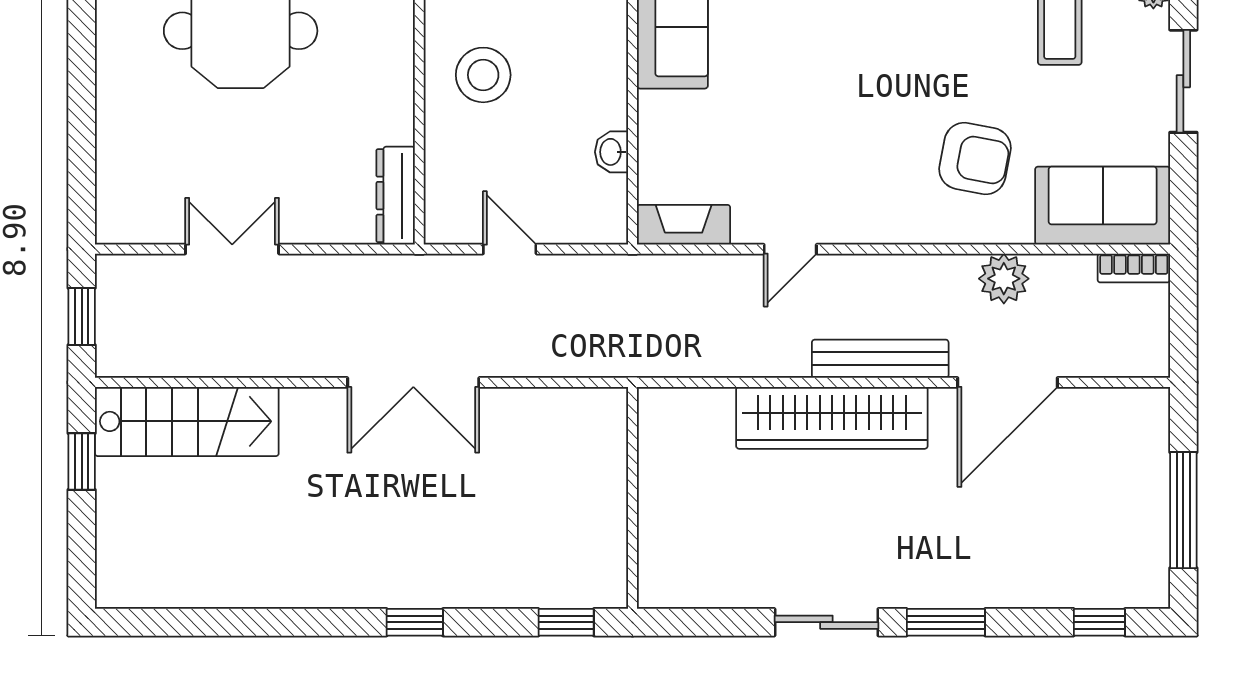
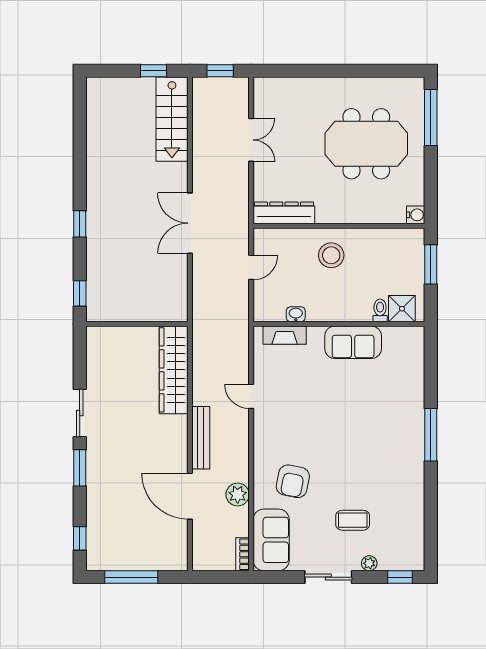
dresser: (396, 196) -> (284, 213), width x1.37, depth x1.24
fireplace: (684, 225) -> (285, 335), moved, turned 90
wardrobe: (832, 418) -> (174, 370), moved

